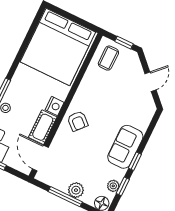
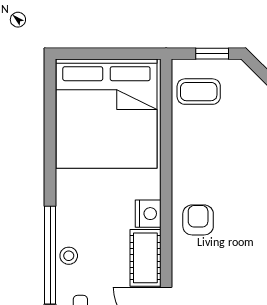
coffee table: (108, 58) -> (199, 92), turned 90
armchair: (78, 121) -> (198, 220), turned -132

